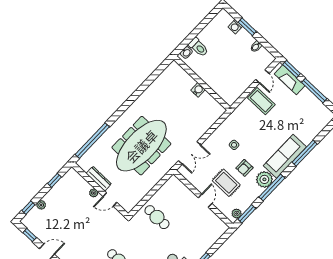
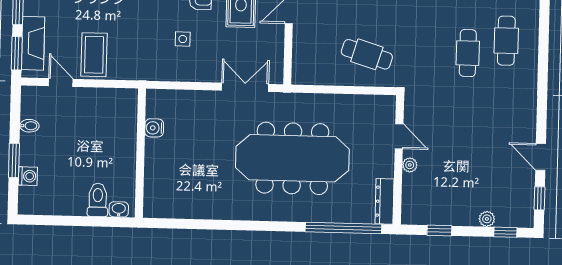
door: (262, 76) -> (61, 82), hinge flipped
water cooler: (198, 90) -> (154, 128), moved
dresser: (99, 179) -> (384, 201), moved
cafe table: (157, 217) -> (367, 54), turned -73

